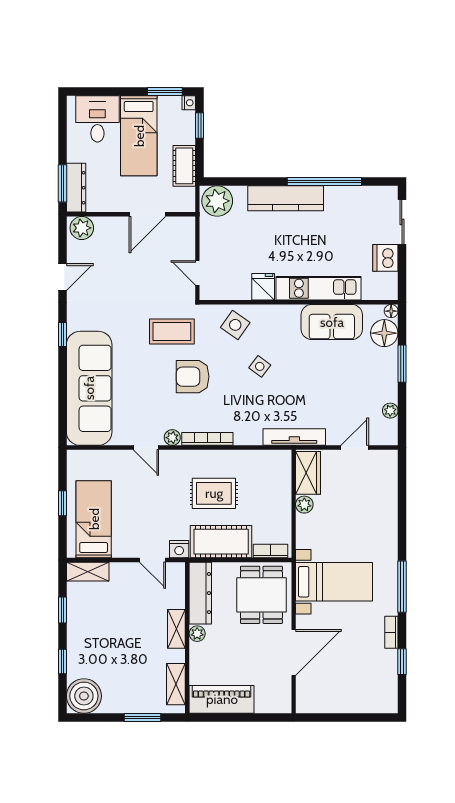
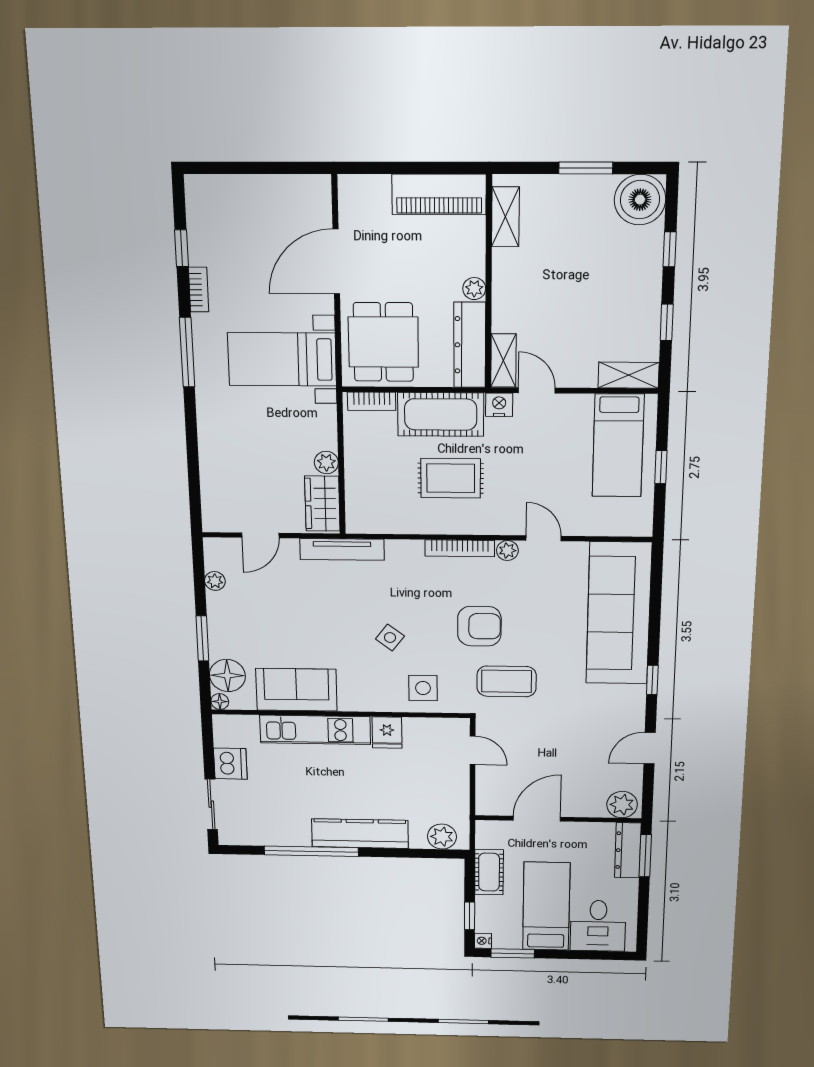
plant: (217, 201) -> (442, 837), width x0.73, depth x0.73
side table: (235, 325) -> (423, 688), turned -35
shelving: (176, 629) -> (503, 360), moved
window: (143, 717) -> (586, 168), moved

